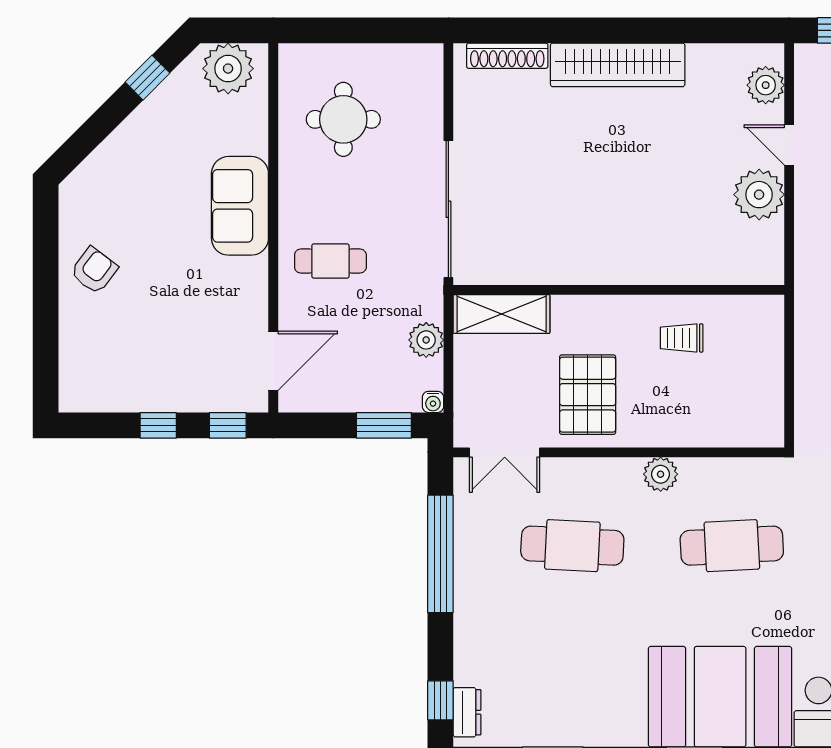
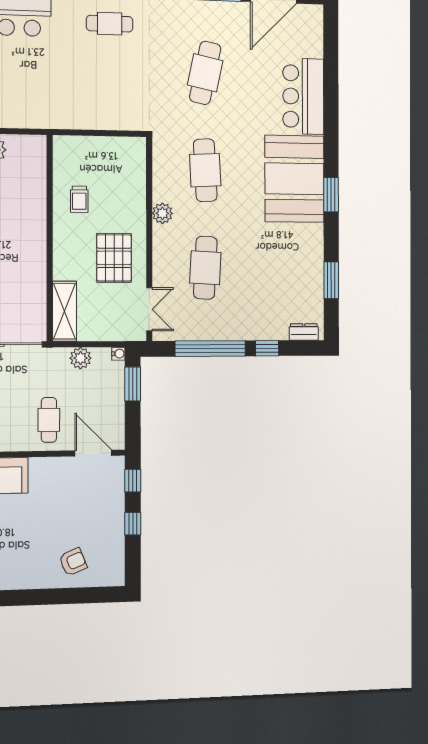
cafe table: (330, 261) -> (49, 420), moved
armchair: (94, 270) -> (73, 562), moved, turned 121
pallet: (588, 395) -> (114, 258), turned 90
window: (440, 700) -> (267, 348), moved

